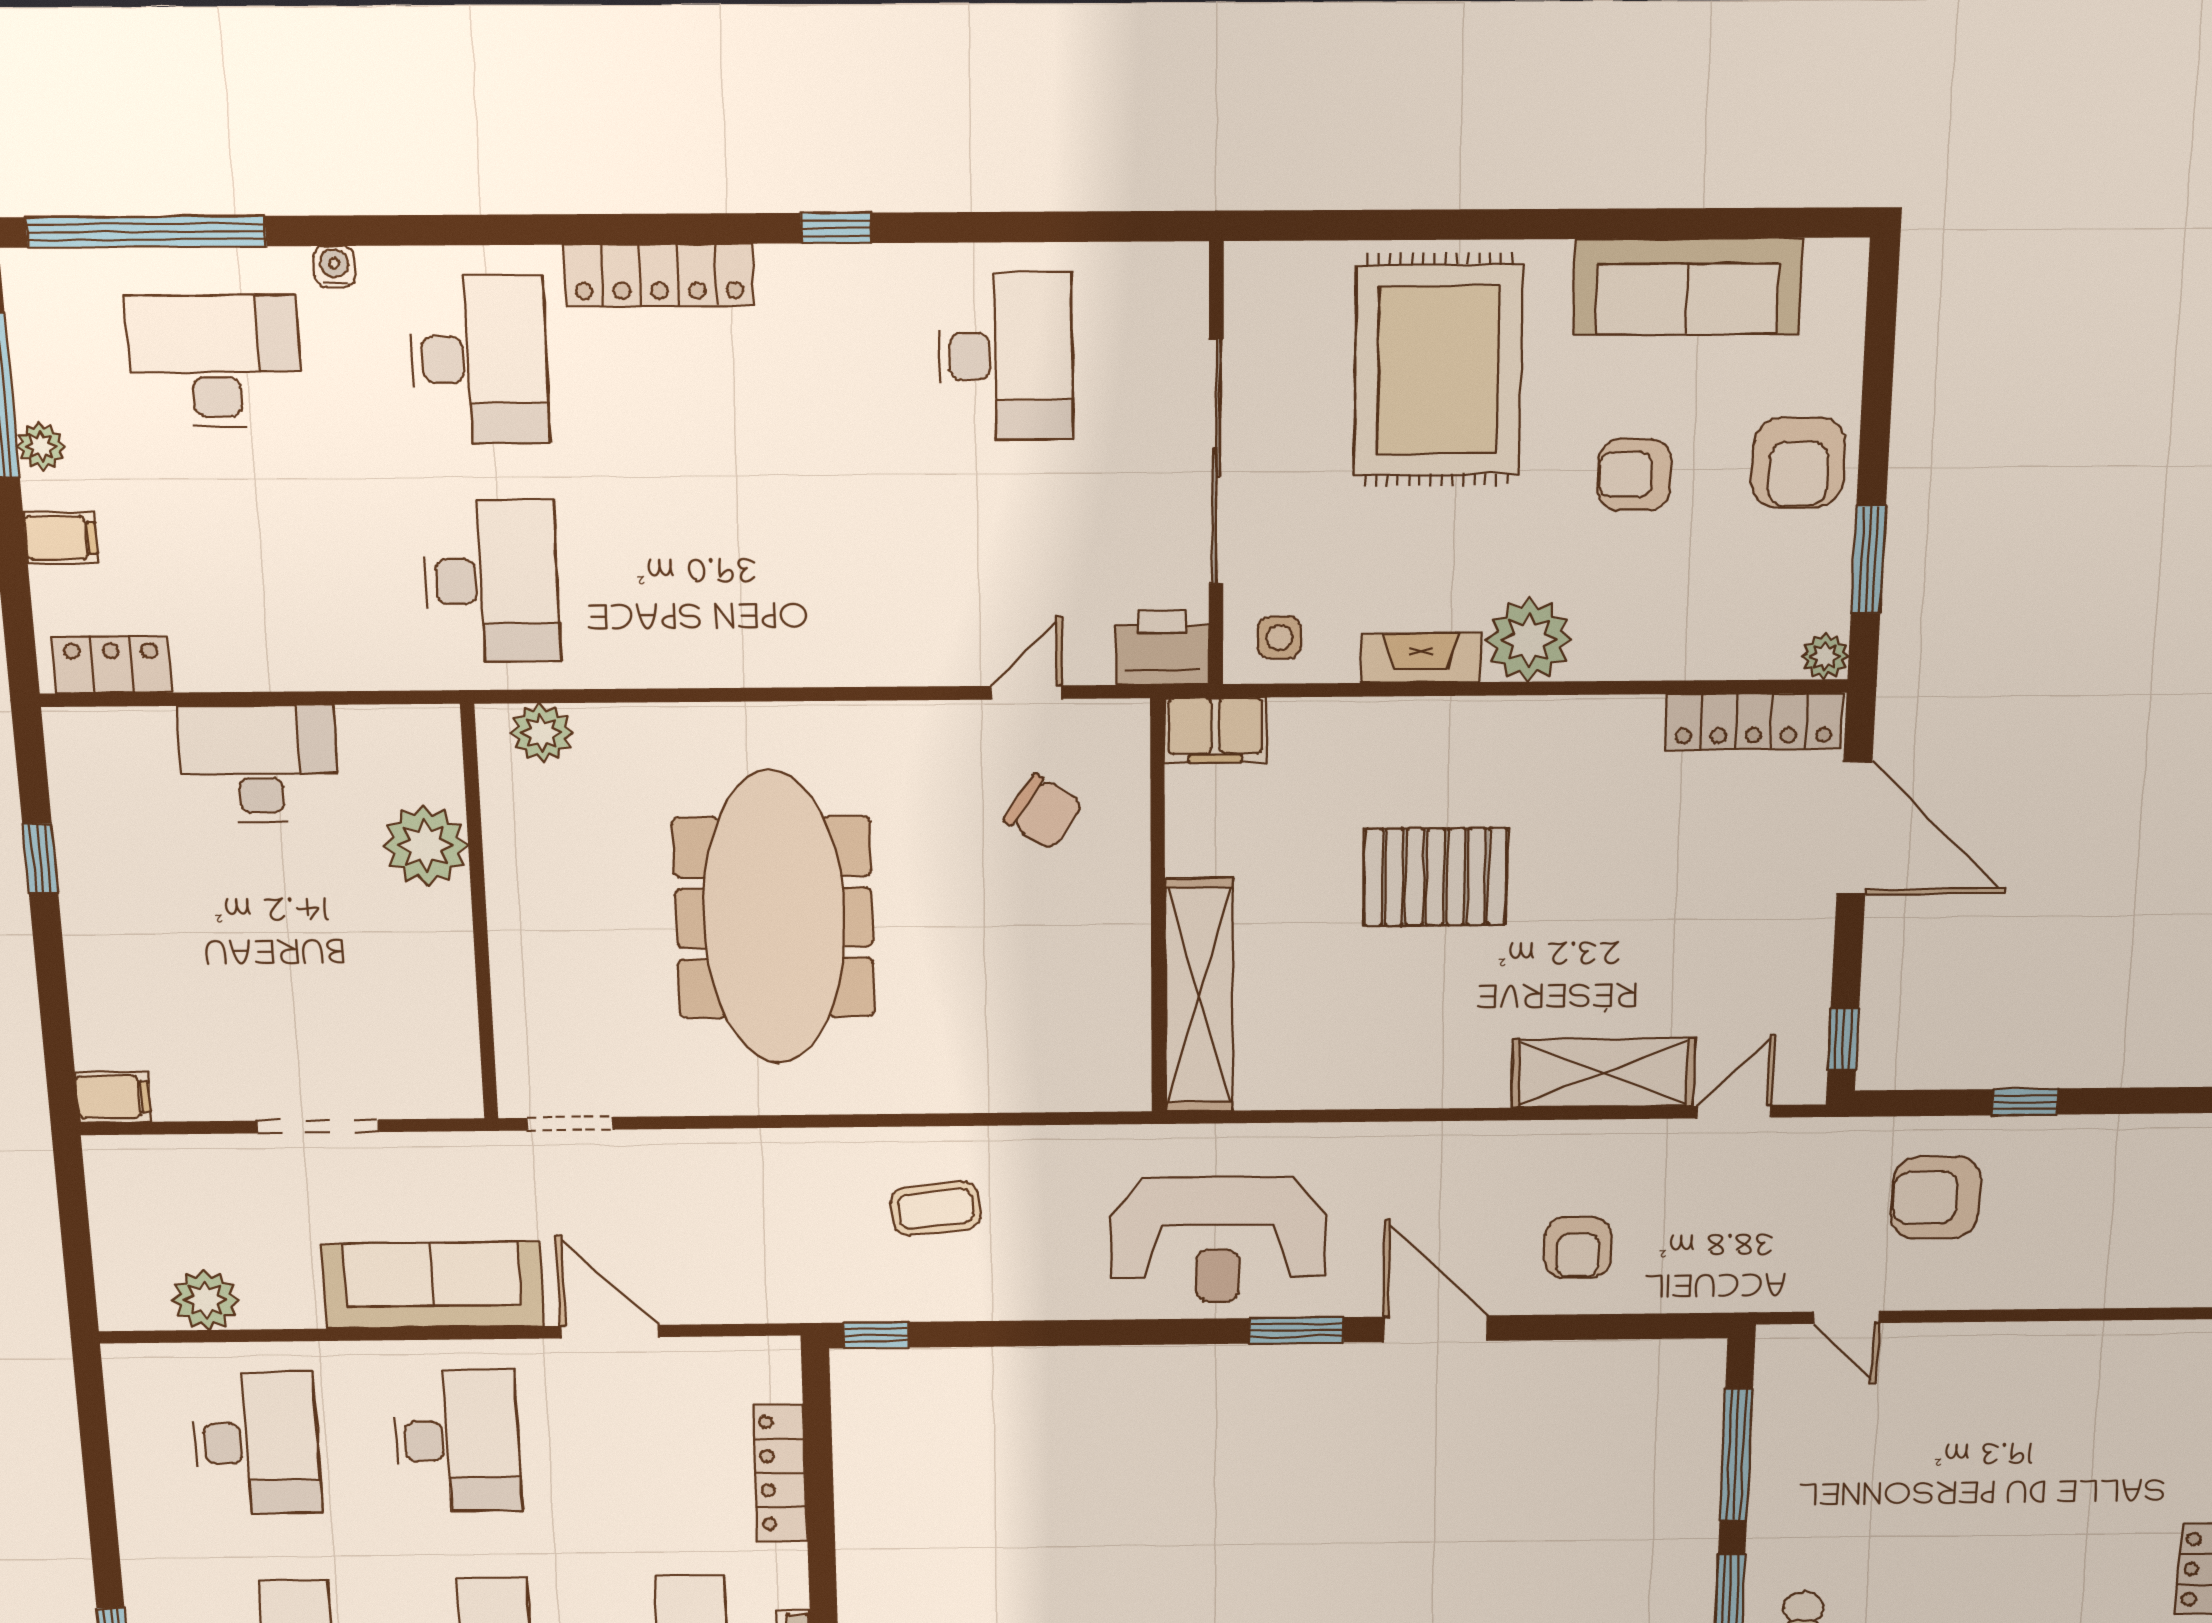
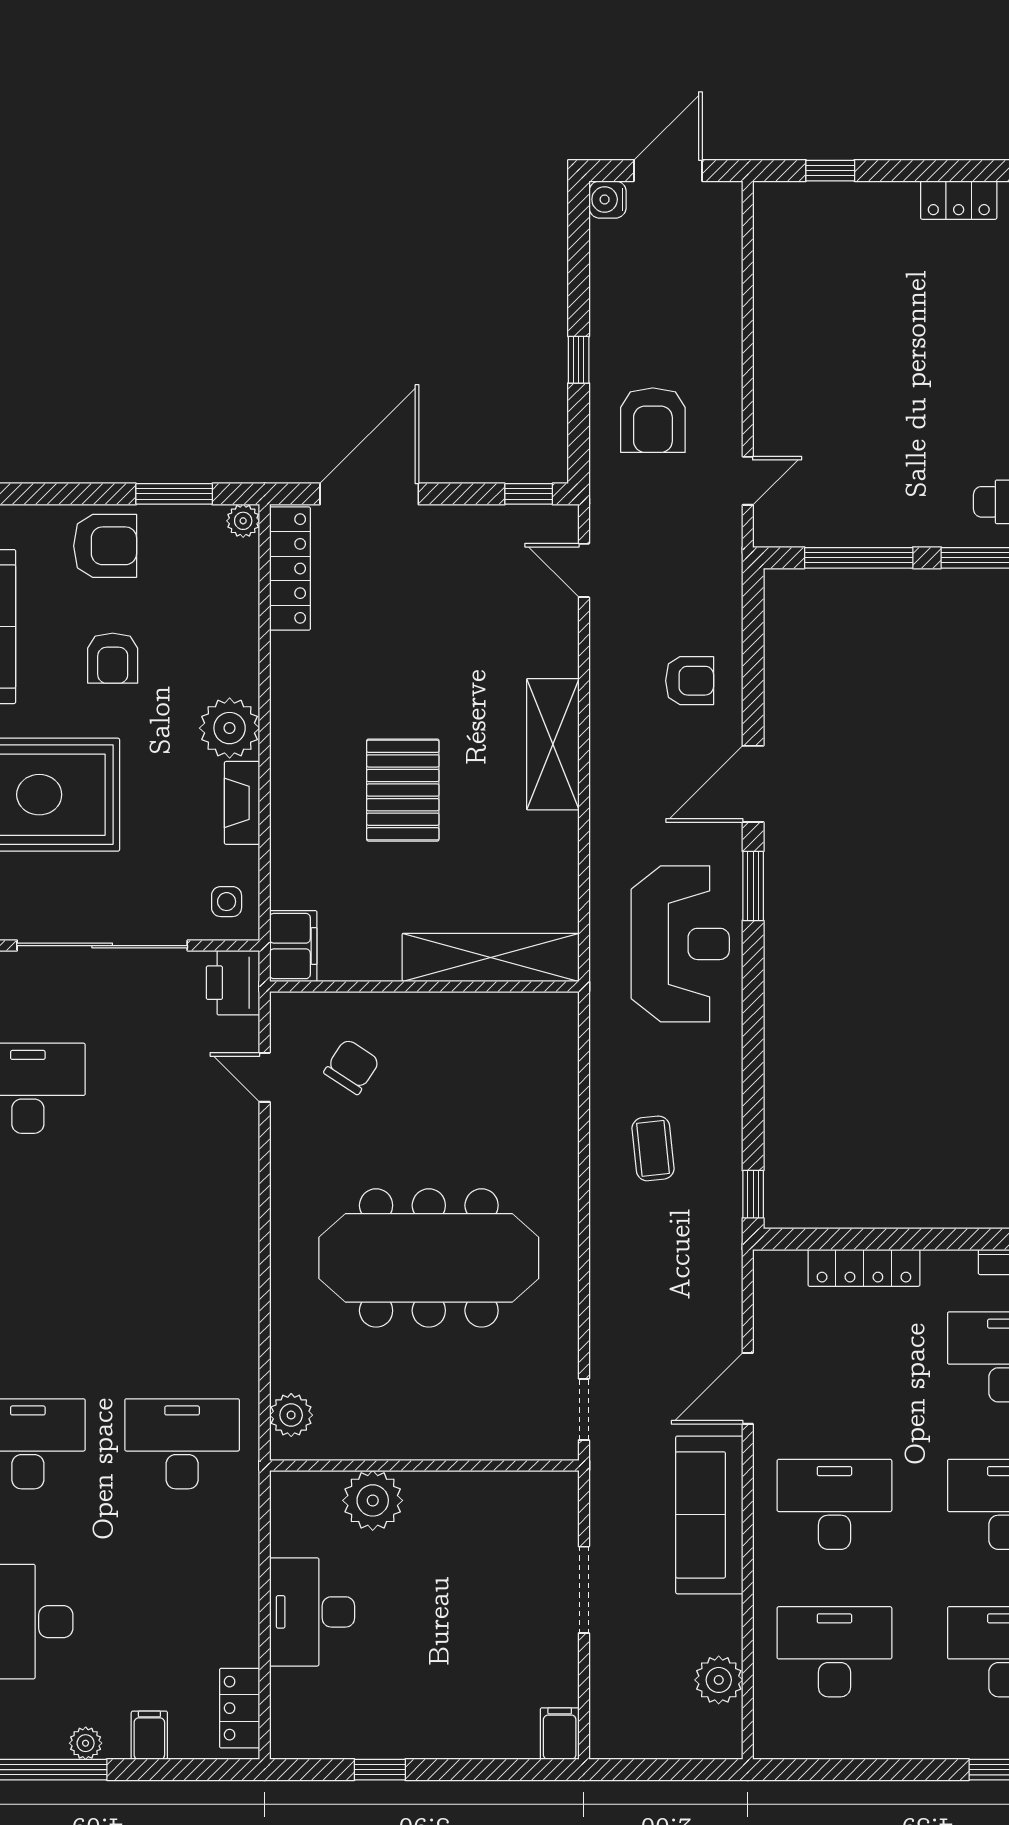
shelving: (1603, 1073) -> (553, 744), moved

